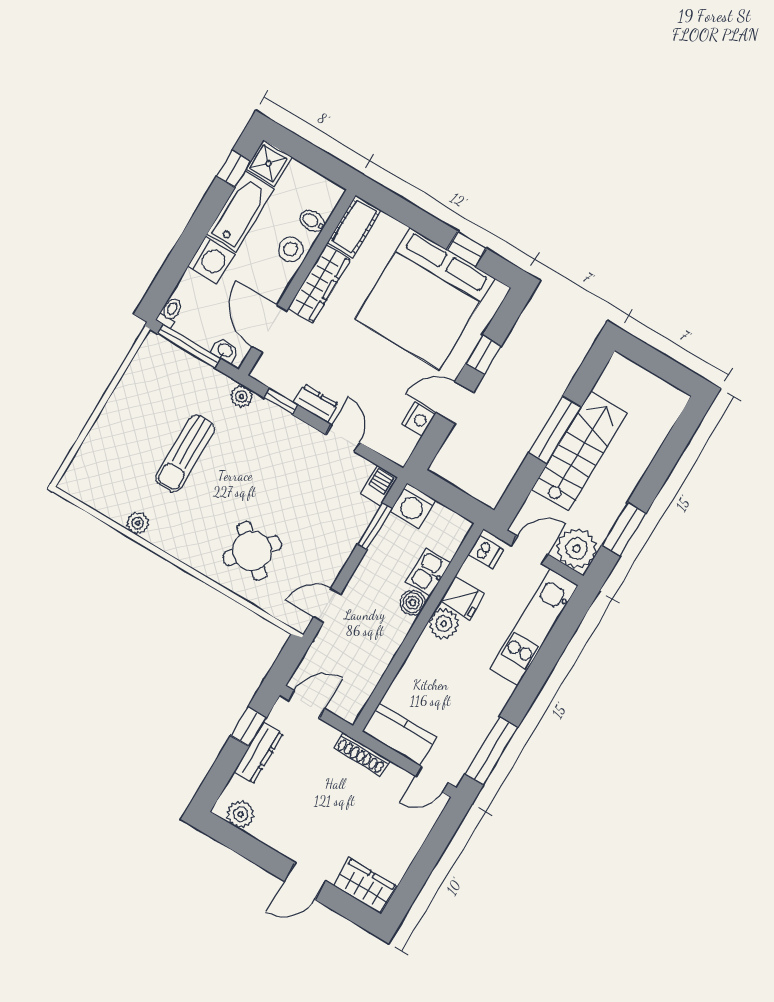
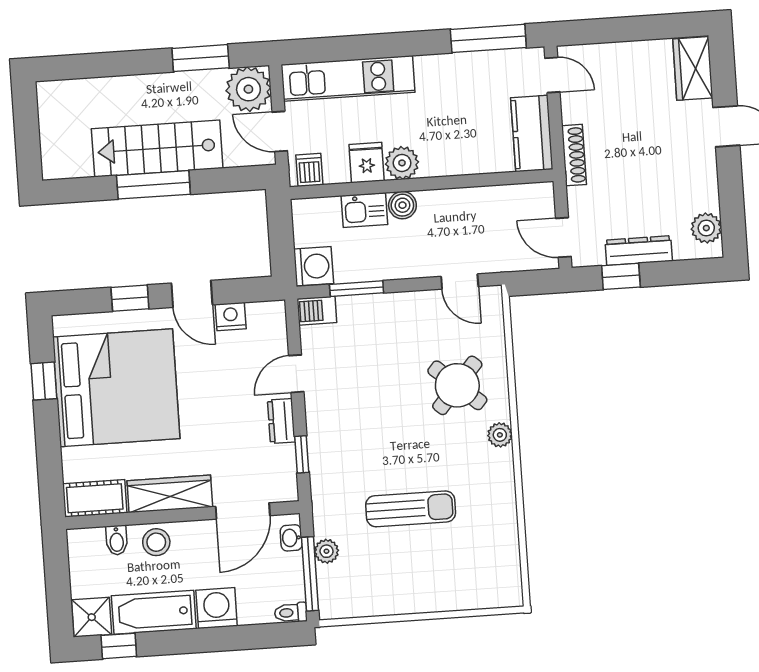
plant: (241, 396) -> (326, 551), moved
plant: (138, 523) -> (500, 435), moved

